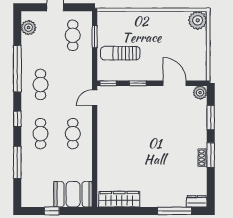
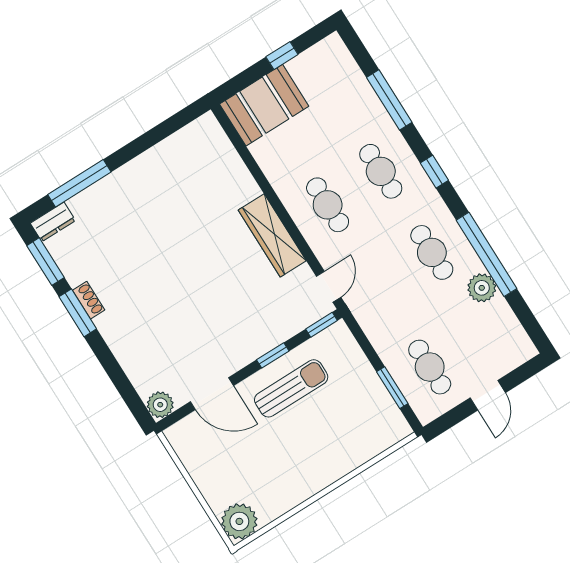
plant: (29, 28) -> (482, 288), moved
sun lounger: (120, 53) -> (291, 388), moved
window: (211, 118) -> (46, 262), moved
wardrobe: (119, 199) -> (272, 235), moved, turned 90

